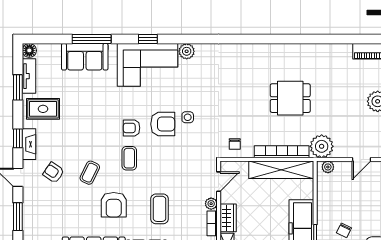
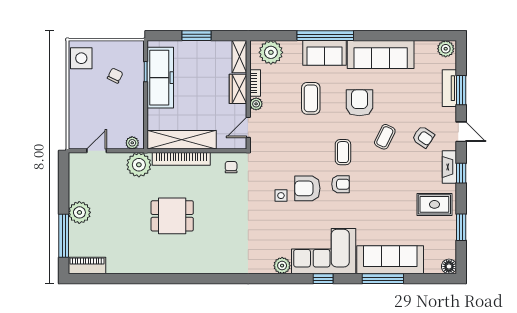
sofa: (85, 57) -> (390, 260), width x1.36
tv unit: (29, 76) -> (449, 88), moved

